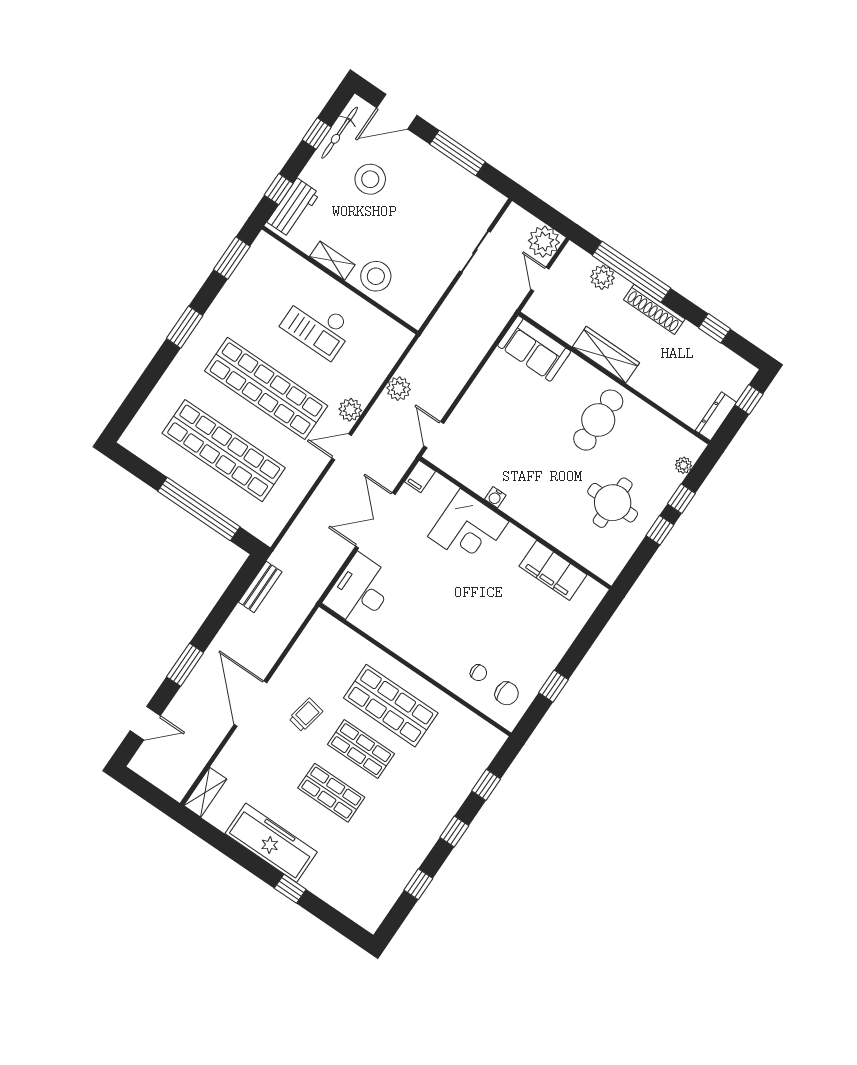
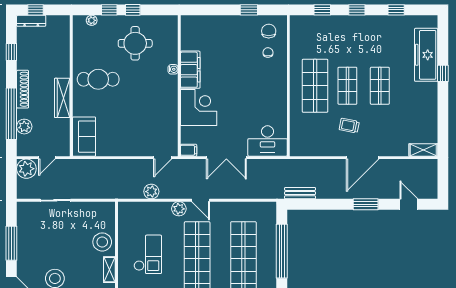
dresser: (716, 416) -> (31, 21), moved
water cooler: (495, 497) -> (173, 69), moved
filing cabinet: (553, 570) -> (190, 70), moved
freezer: (271, 843) -> (426, 55), moved

